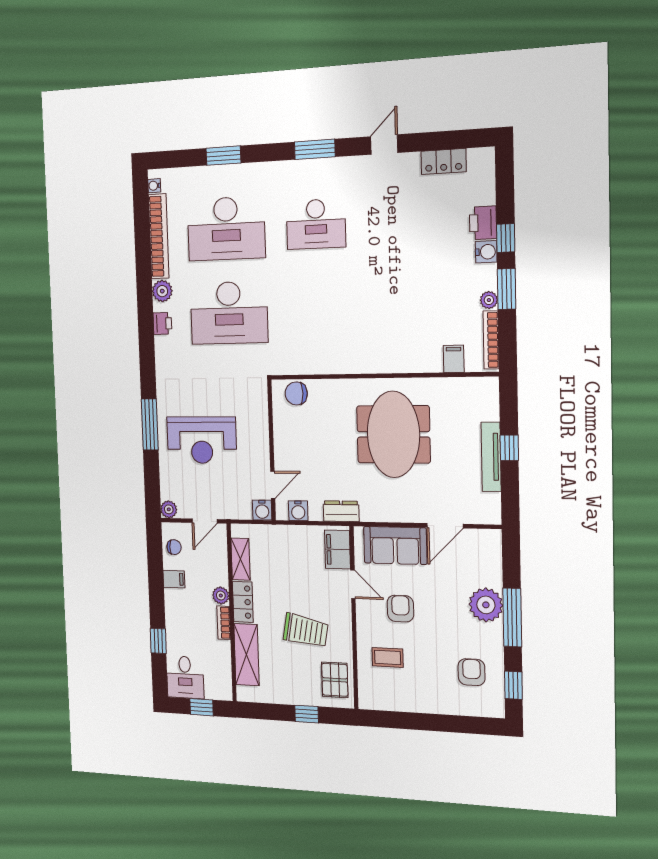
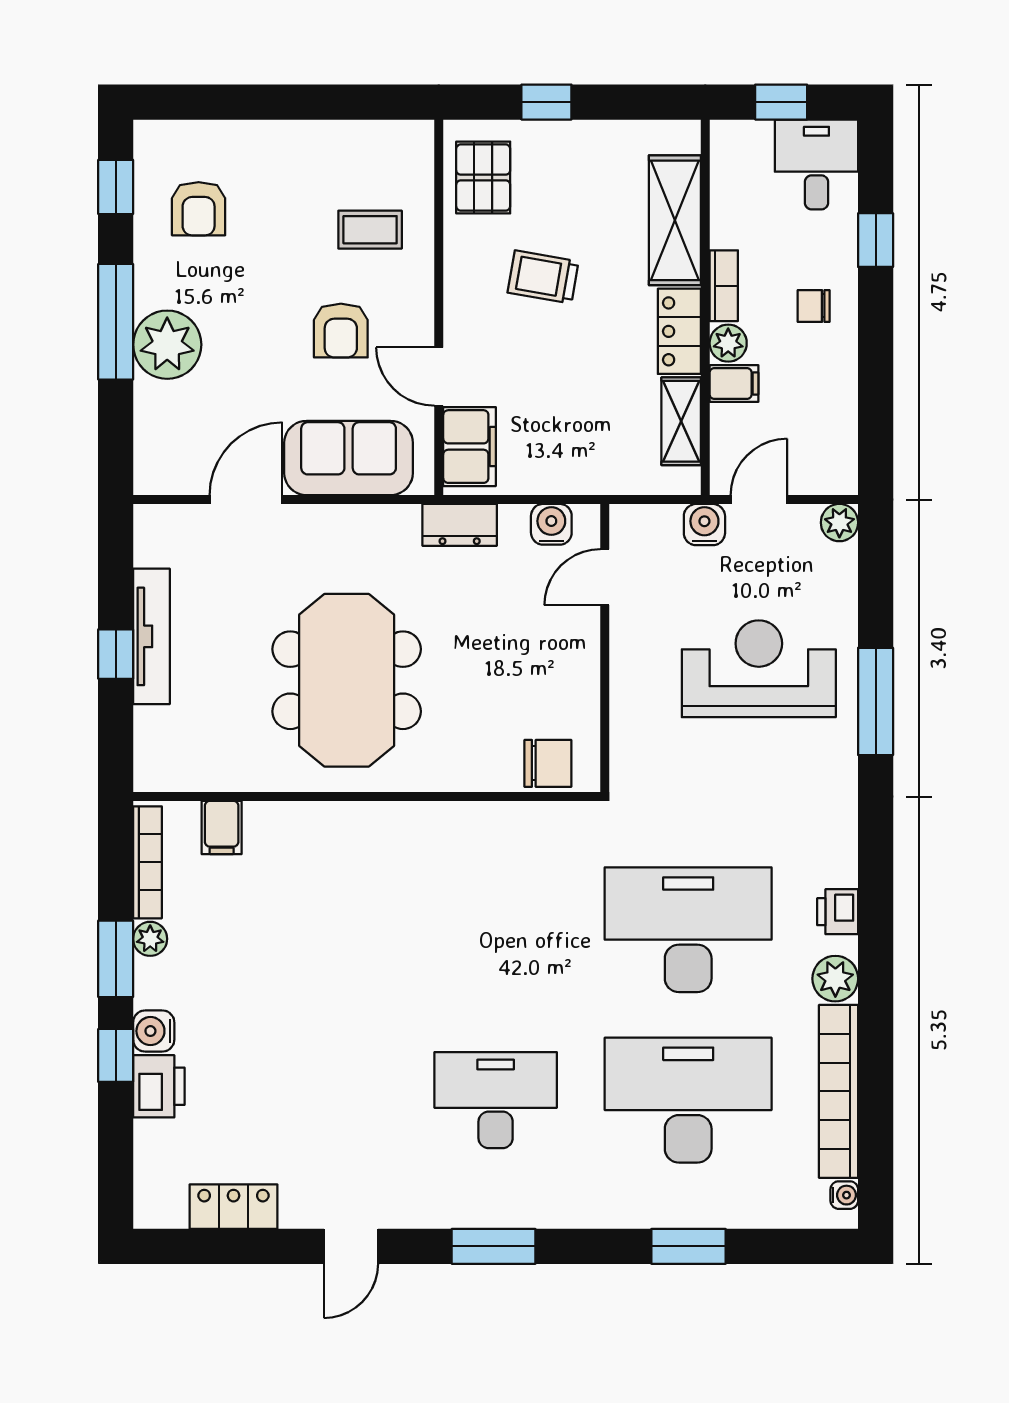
water cooler: (262, 510) -> (704, 525), moved
chair: (174, 547) -> (814, 306), moved
filing cabinet: (174, 579) -> (734, 384), moved, turned 180
trolley: (306, 631) -> (543, 277), width x0.73, depth x0.72

